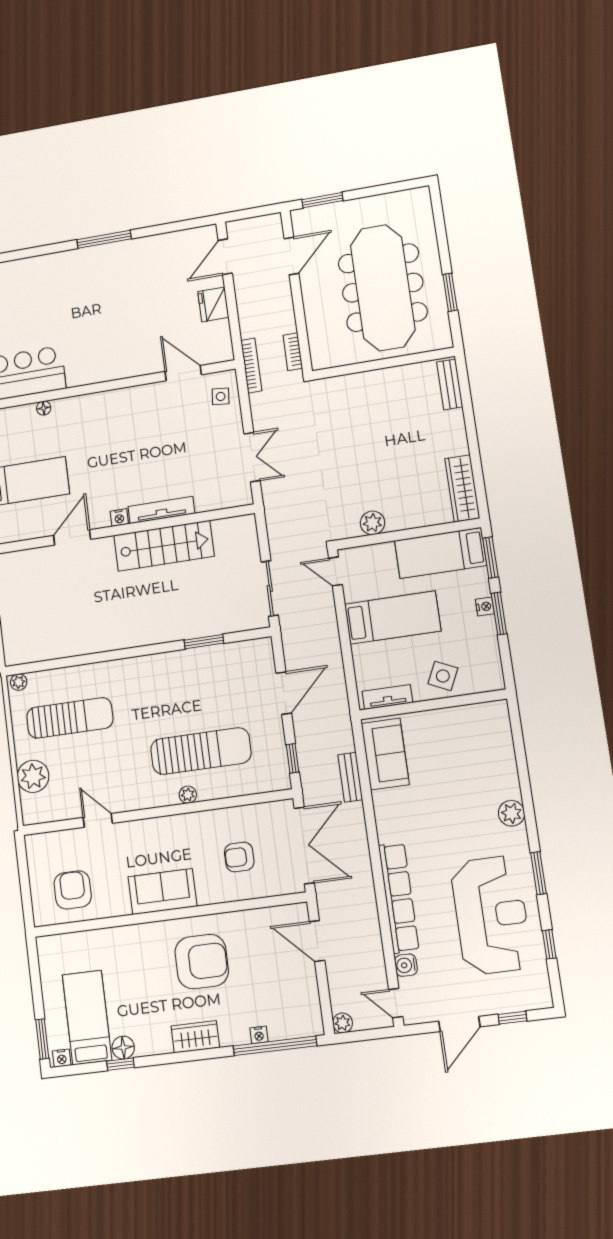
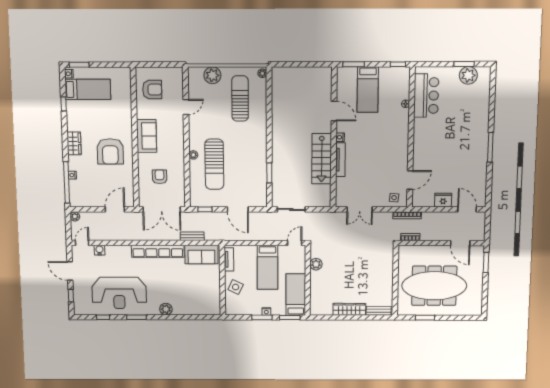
wardrobe: (462, 488) -> (349, 309), moved
sun lounger: (70, 718) -> (240, 98), turned 180
row of seats: (399, 898) -> (158, 251), moved
floor lamp: (123, 1048) -> (72, 106), removed

